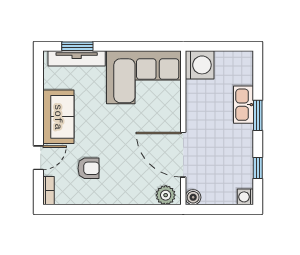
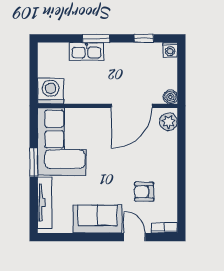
window: (77, 46) -> (34, 162), moved
armchair: (89, 168) -> (144, 192), turned -90

